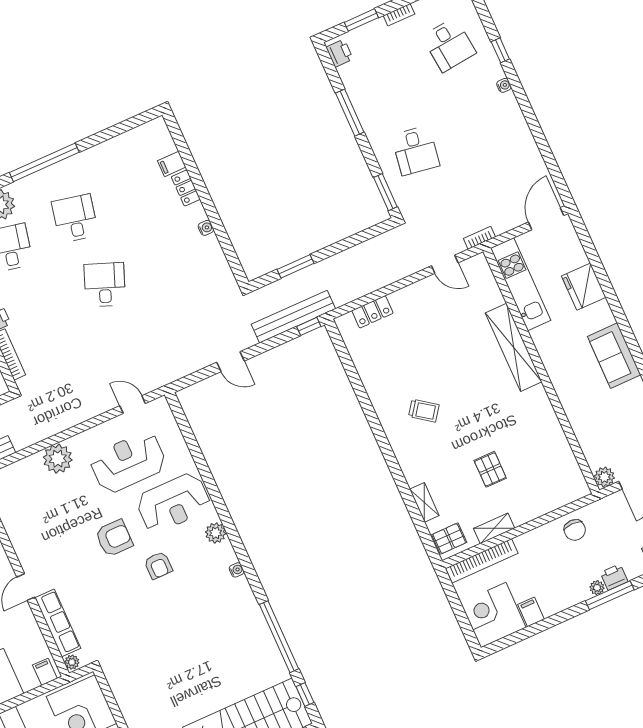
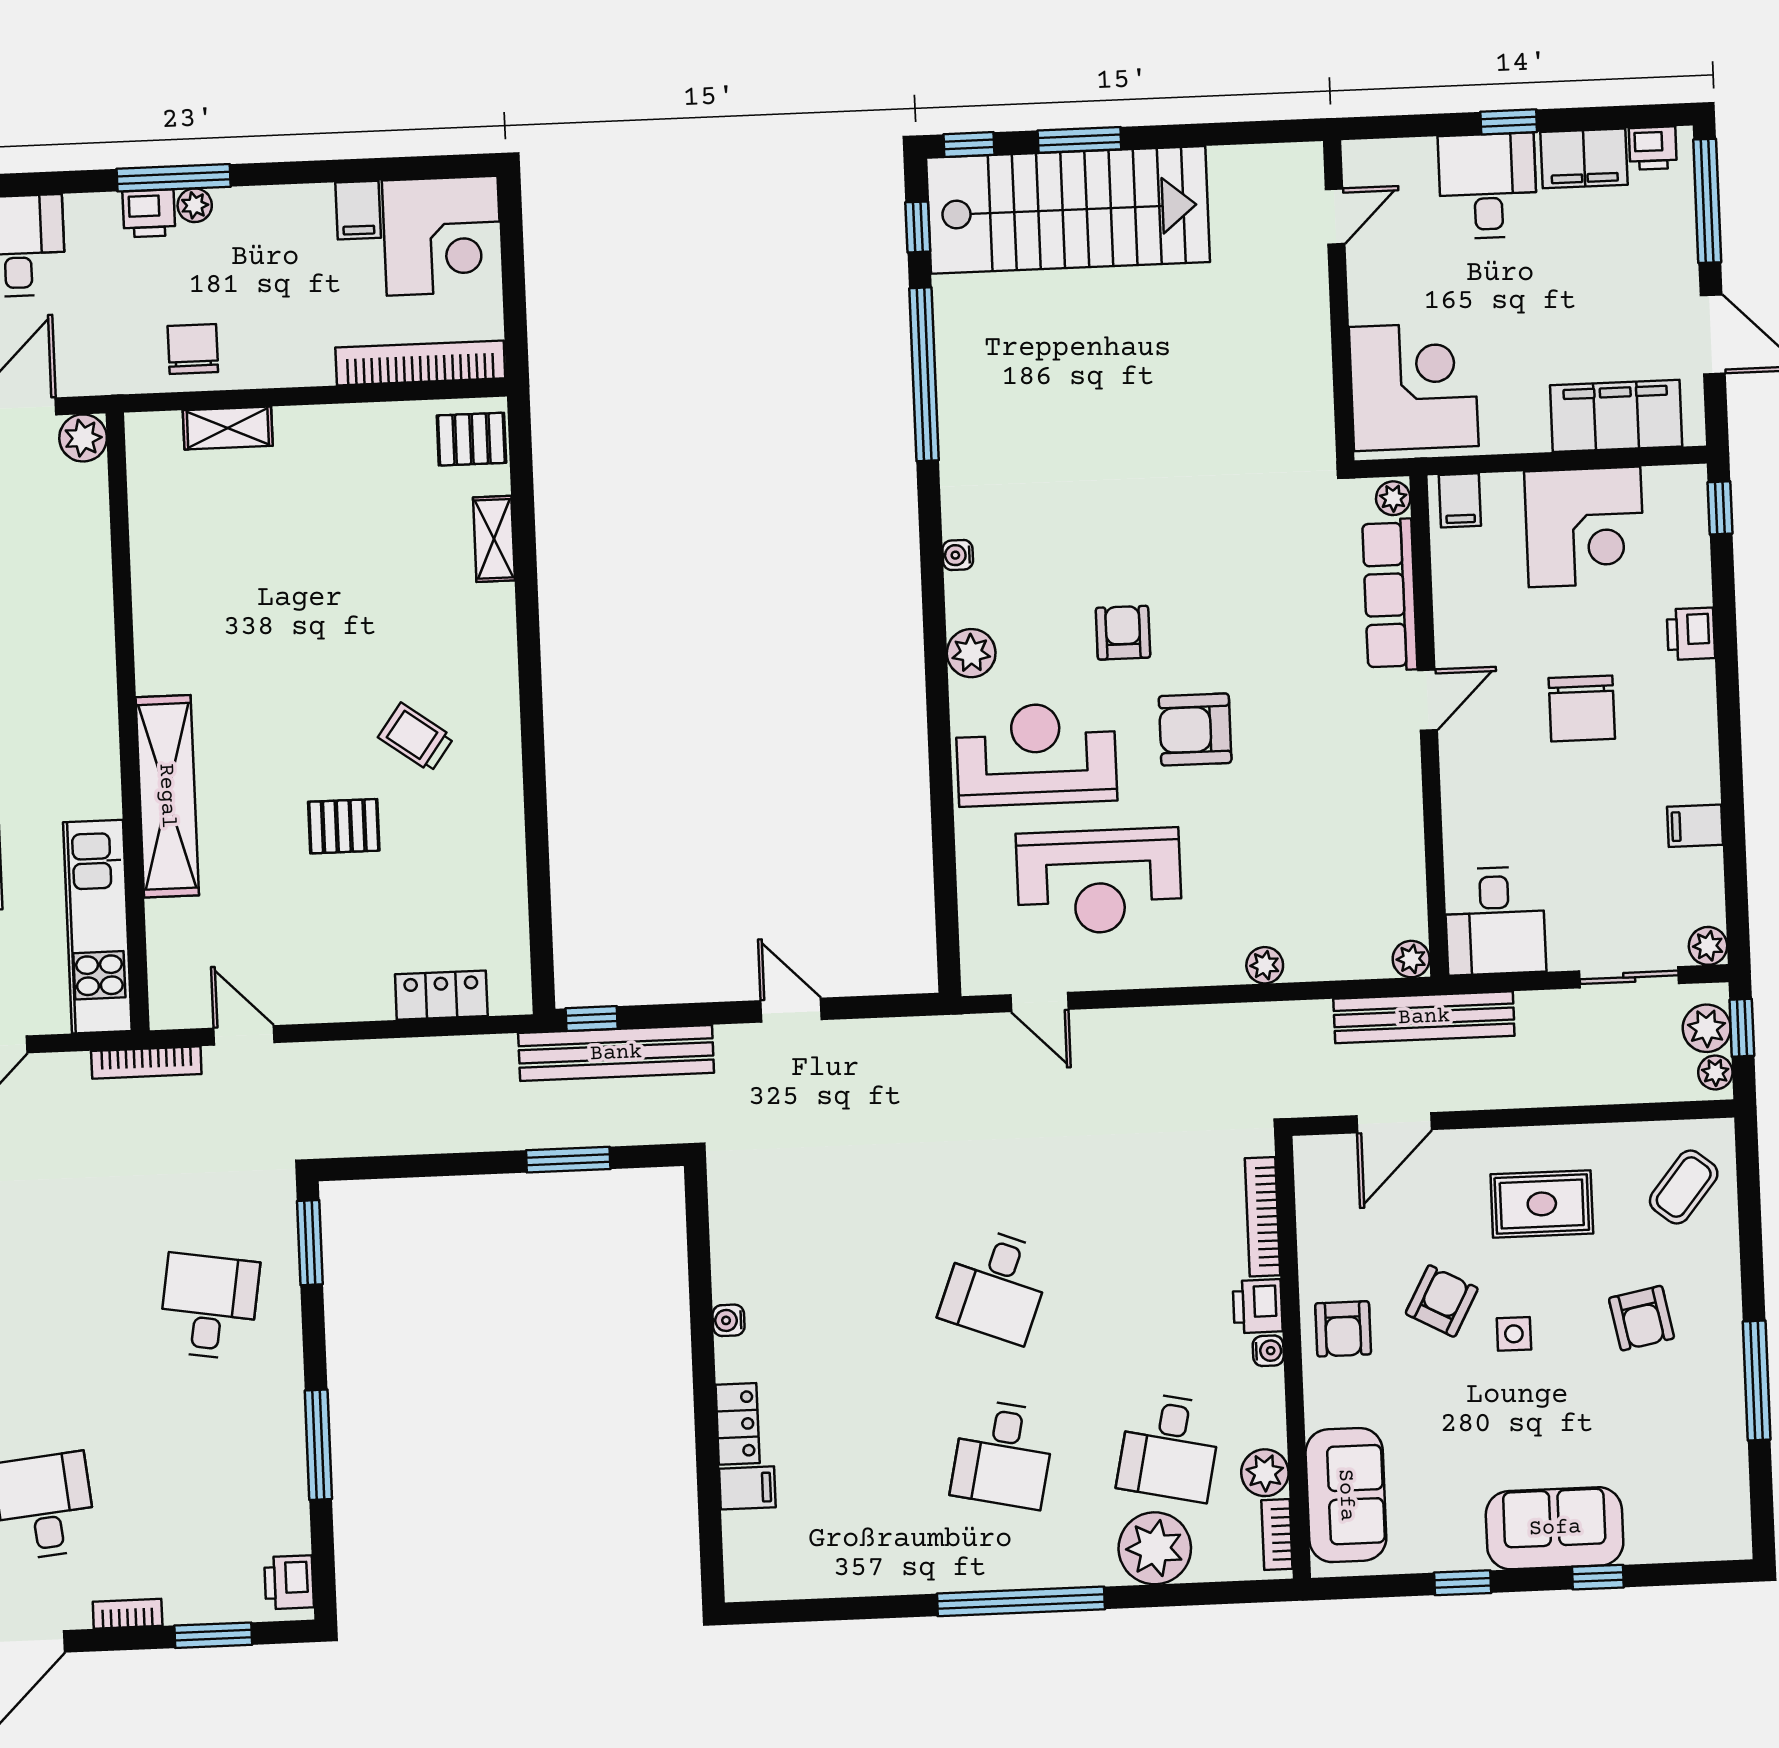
bookcase: (479, 238) -> (146, 1062), width x1.56
plant: (58, 459) -> (1265, 965), width x0.53, depth x0.53
pallet: (490, 469) -> (344, 826), moved, turned 90
shelving: (494, 528) -> (228, 428), moved

